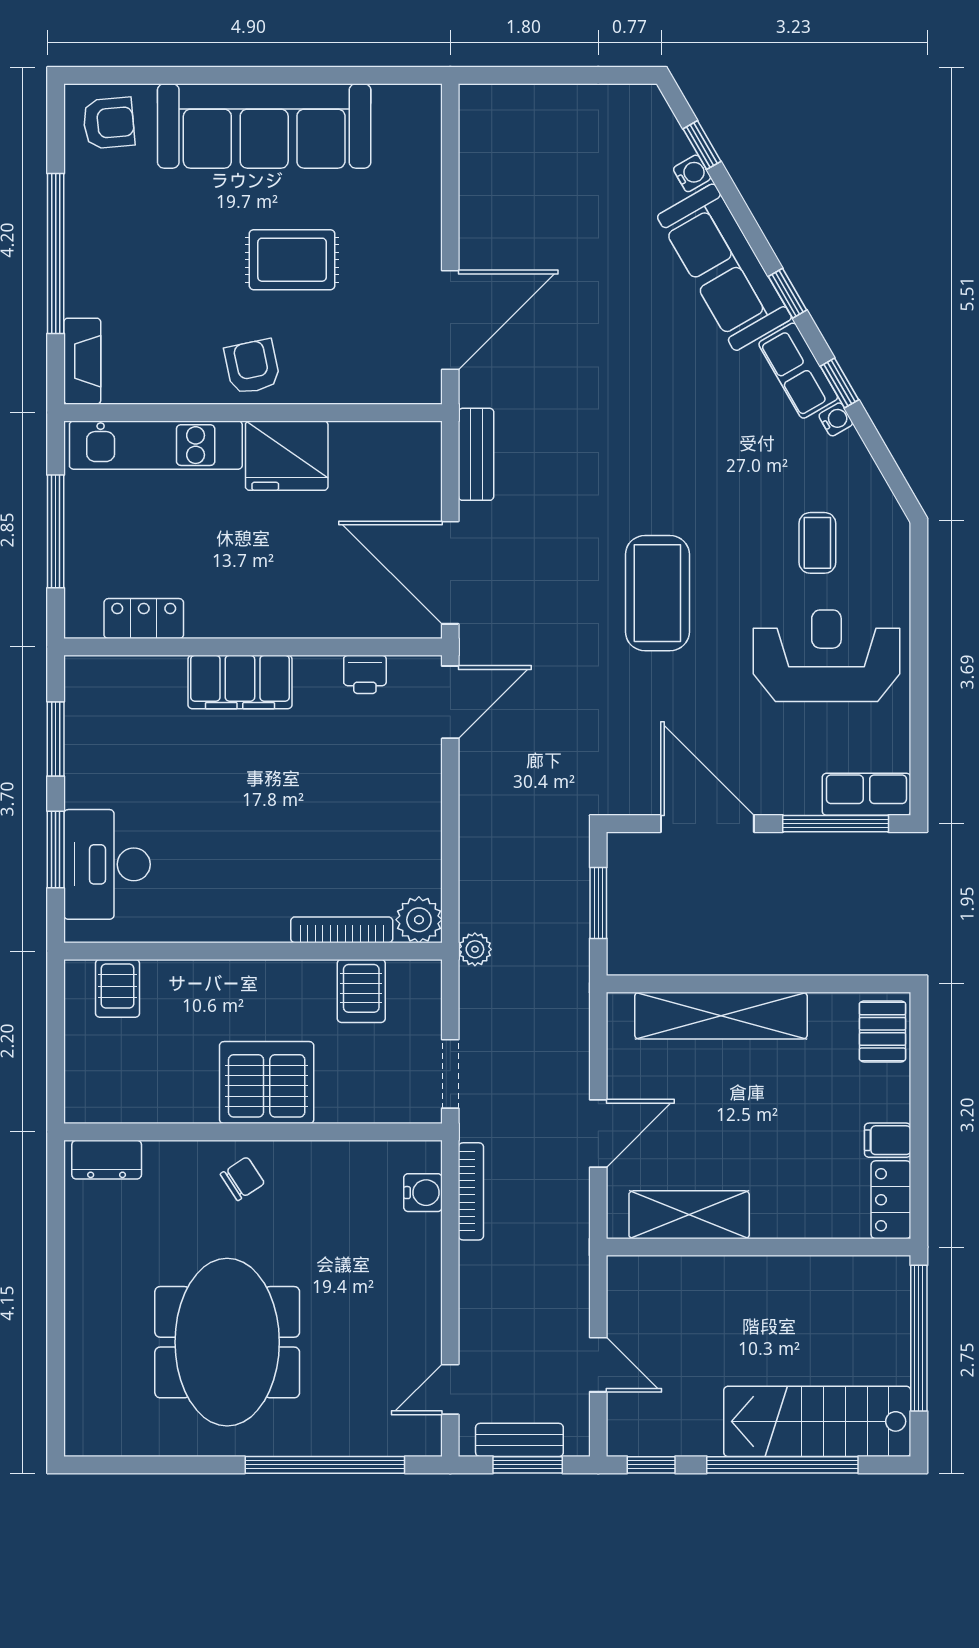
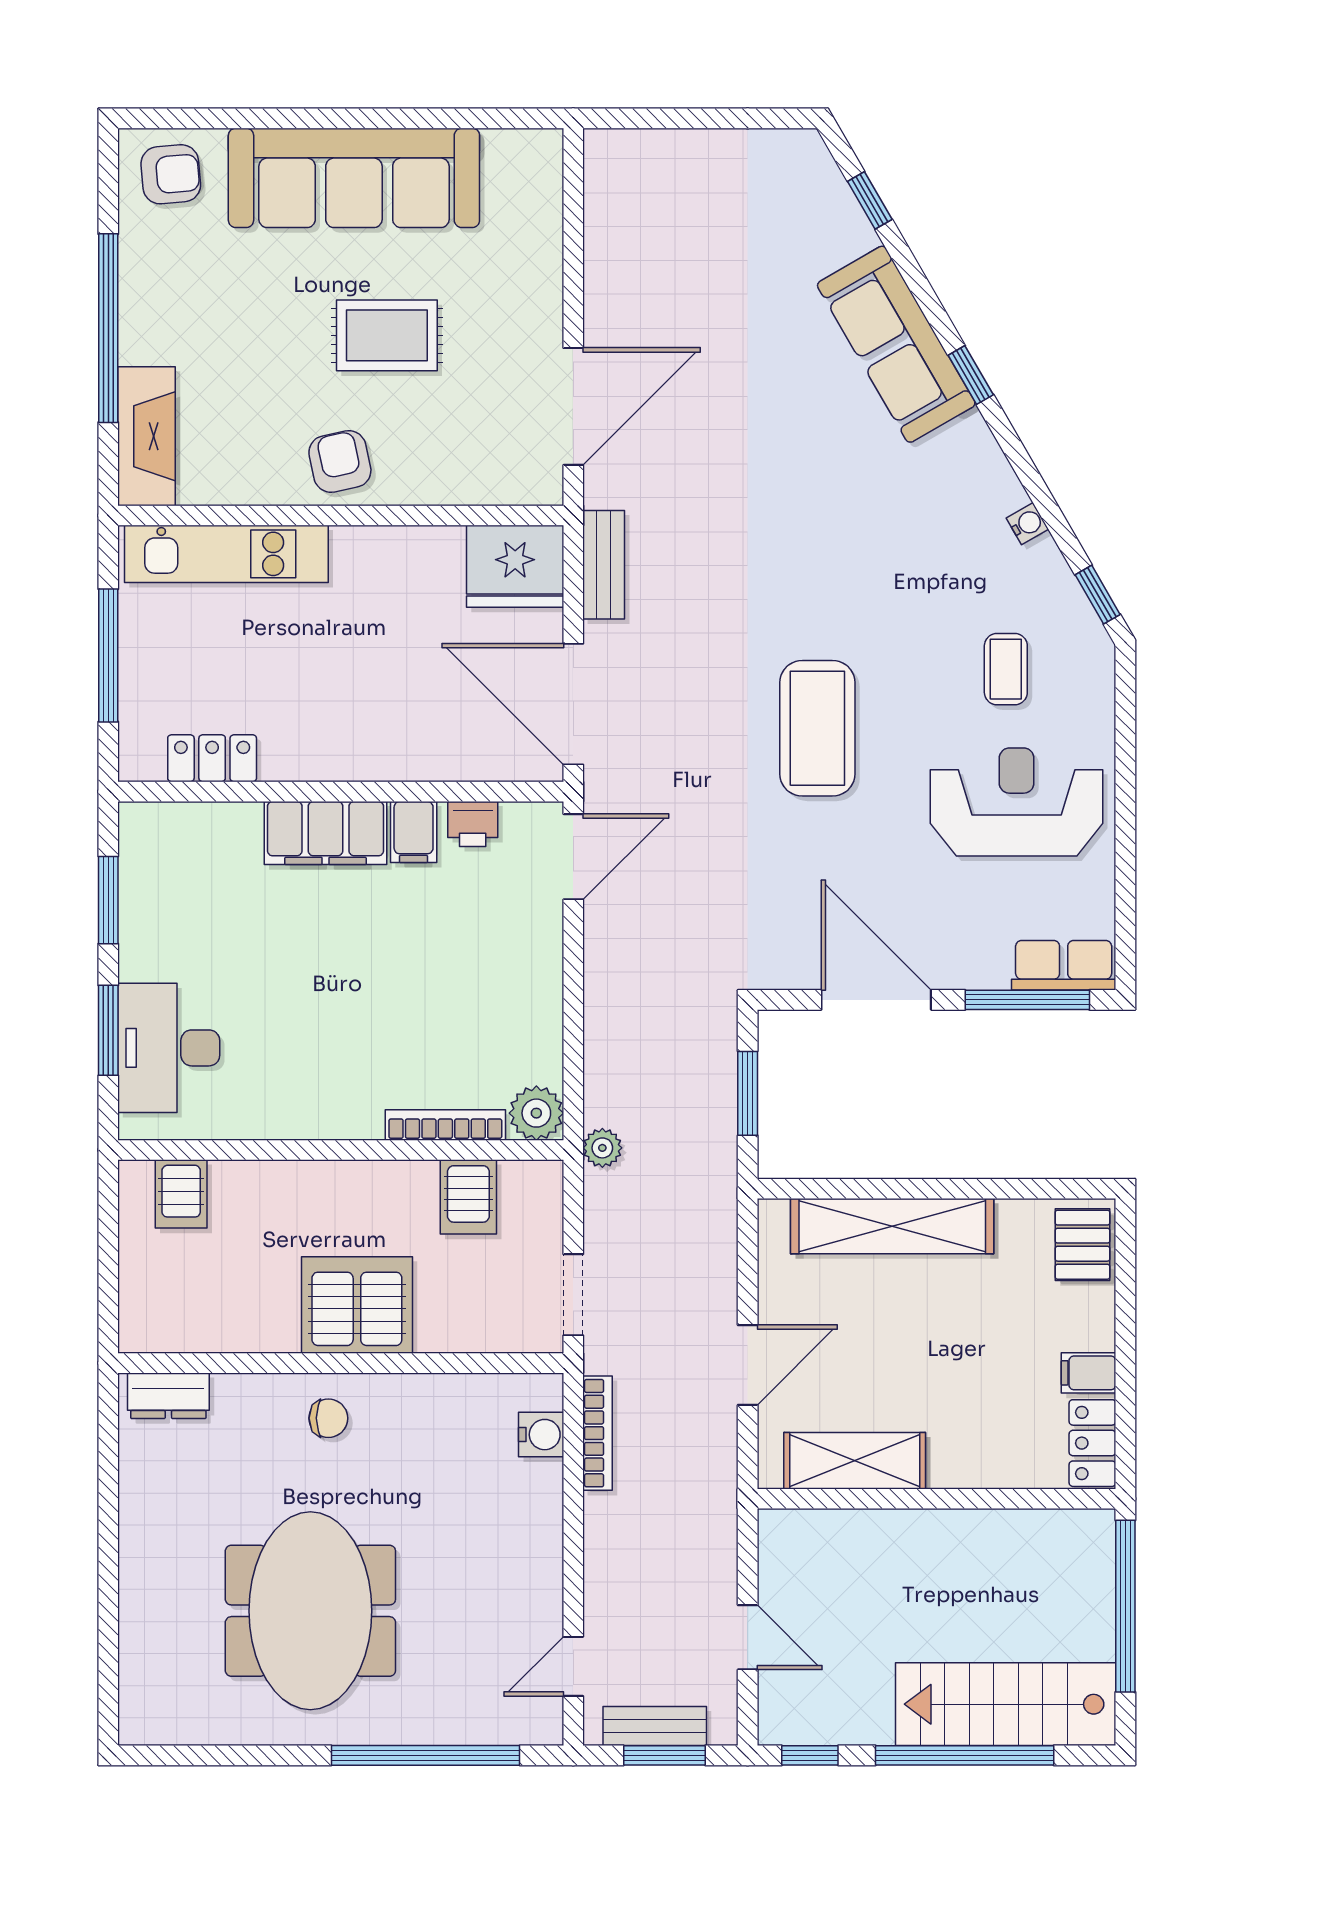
water cooler: (692, 173) -> (858, 234), removed
fireplace: (82, 361) -> (147, 436), width x1.37, depth x1.32
row of seats: (798, 371) -> (983, 466), removed
window: (839, 383) -> (1098, 595), moved
fridge: (287, 456) -> (515, 566), moved
filing cabinet: (315, 681) -> (414, 832), added
chair: (242, 1179) -> (328, 1418), turned 33

